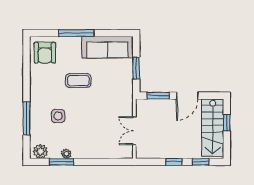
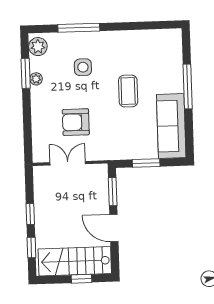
armchair: (45, 53) -> (76, 122), moved

